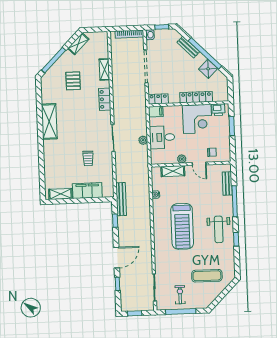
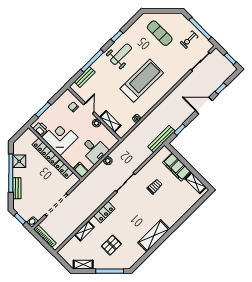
locker: (158, 99) -> (64, 169), moved

